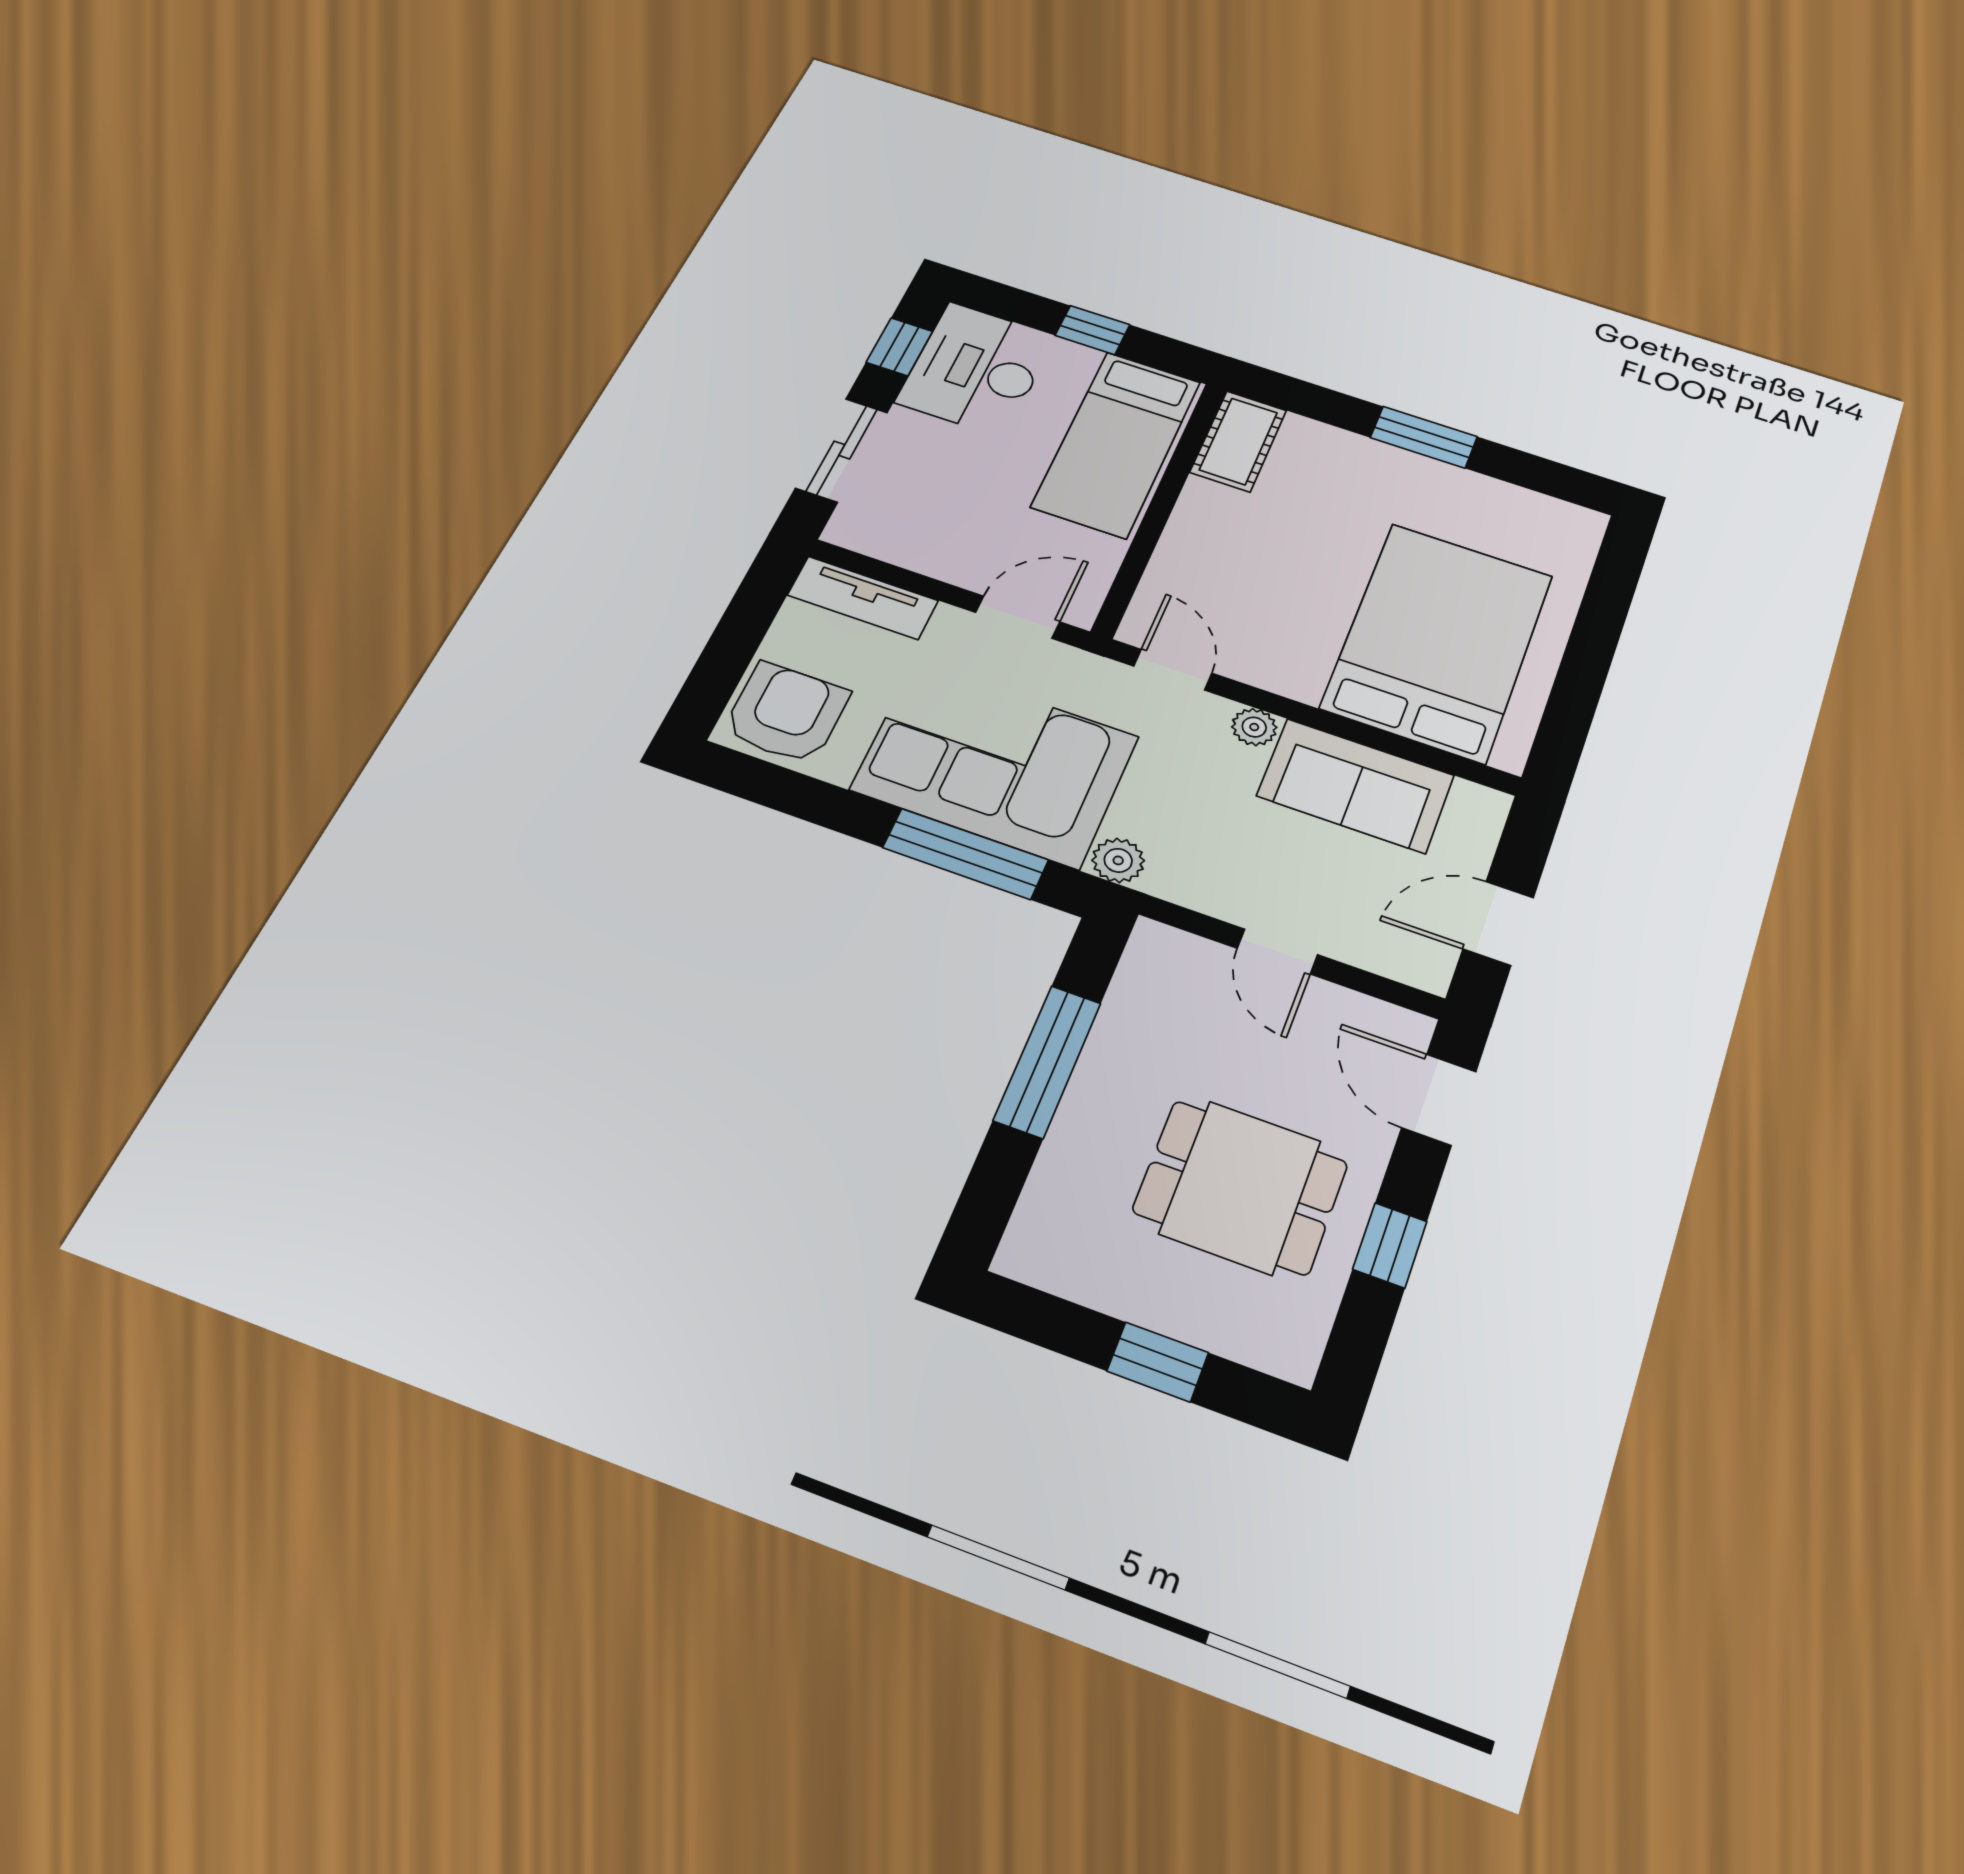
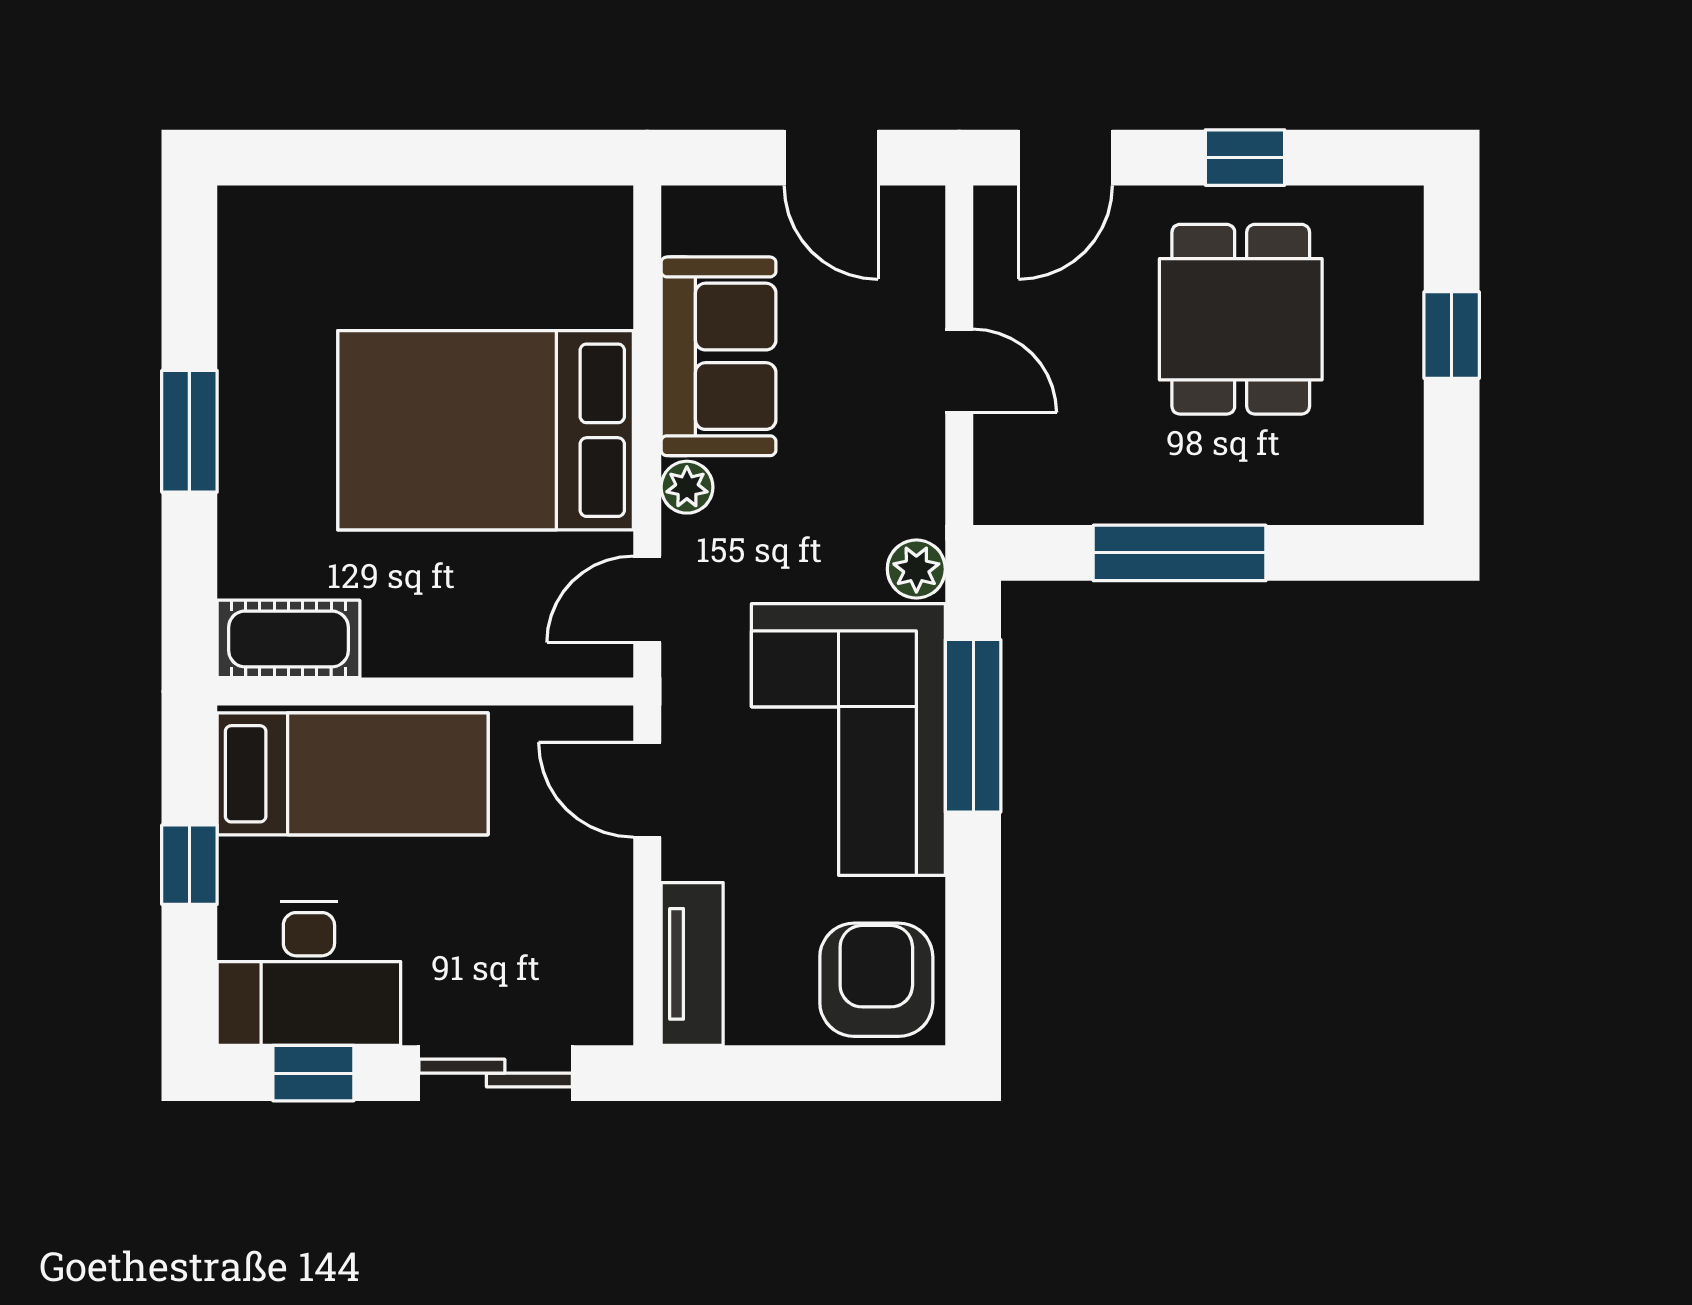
bed: (1438, 641) -> (486, 430), moved
armchair: (786, 713) -> (876, 980), turned 90
door: (1277, 952) -> (959, 371), hinge flipped

